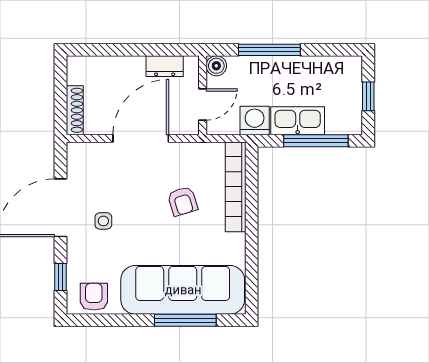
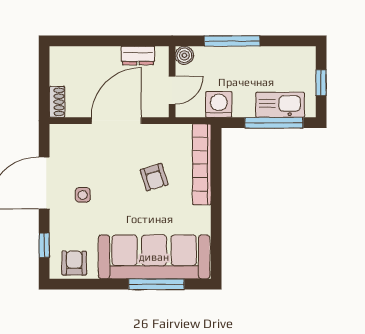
shoe rack: (75, 110) -> (57, 102), width x0.70
kitchen sink: (298, 121) -> (280, 105), moved

